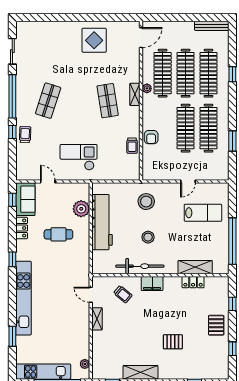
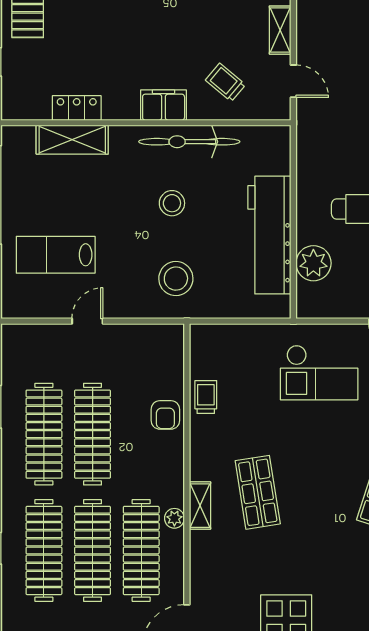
armchair: (151, 137) -> (165, 415), turned 180

